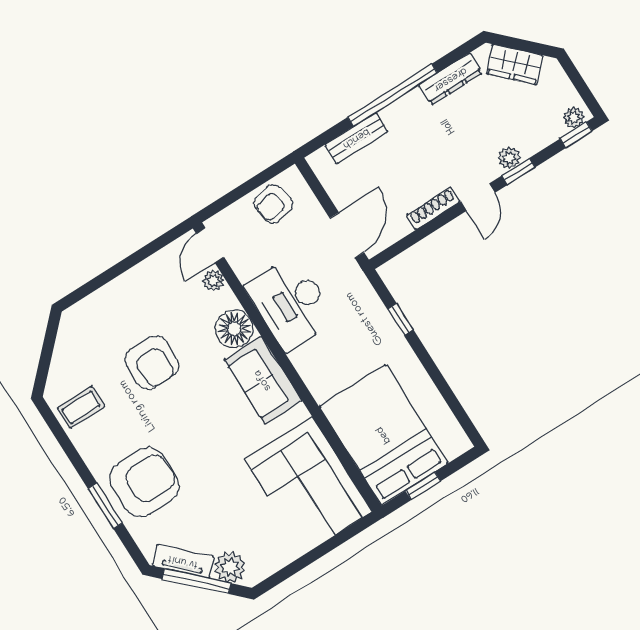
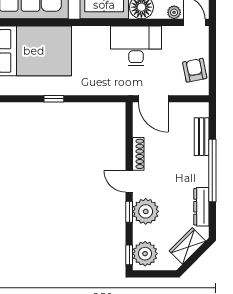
plant: (574, 117) -> (145, 254), width x1.88, depth x1.88
plant: (509, 158) -> (146, 211), width x1.87, depth x1.87
window: (400, 319) -> (54, 99), moved

